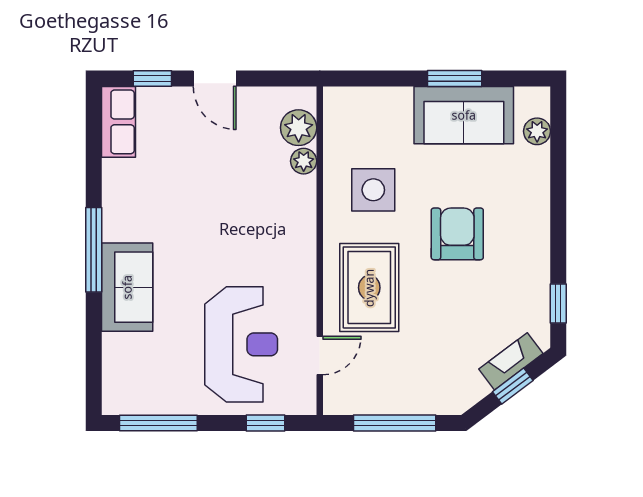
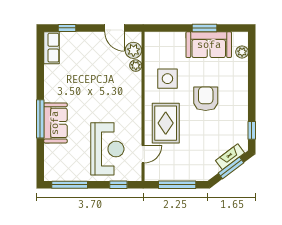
door: (215, 79) -> (114, 28), moved
window: (94, 250) -> (40, 119), moved
window: (513, 386) -> (231, 168), width x1.50

